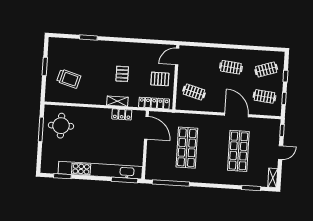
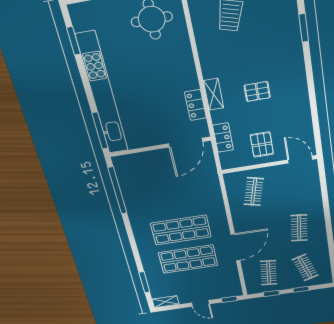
locker: (154, 103) -> (223, 138), width x0.66
shop shelf: (187, 148) -> (181, 230), moved

